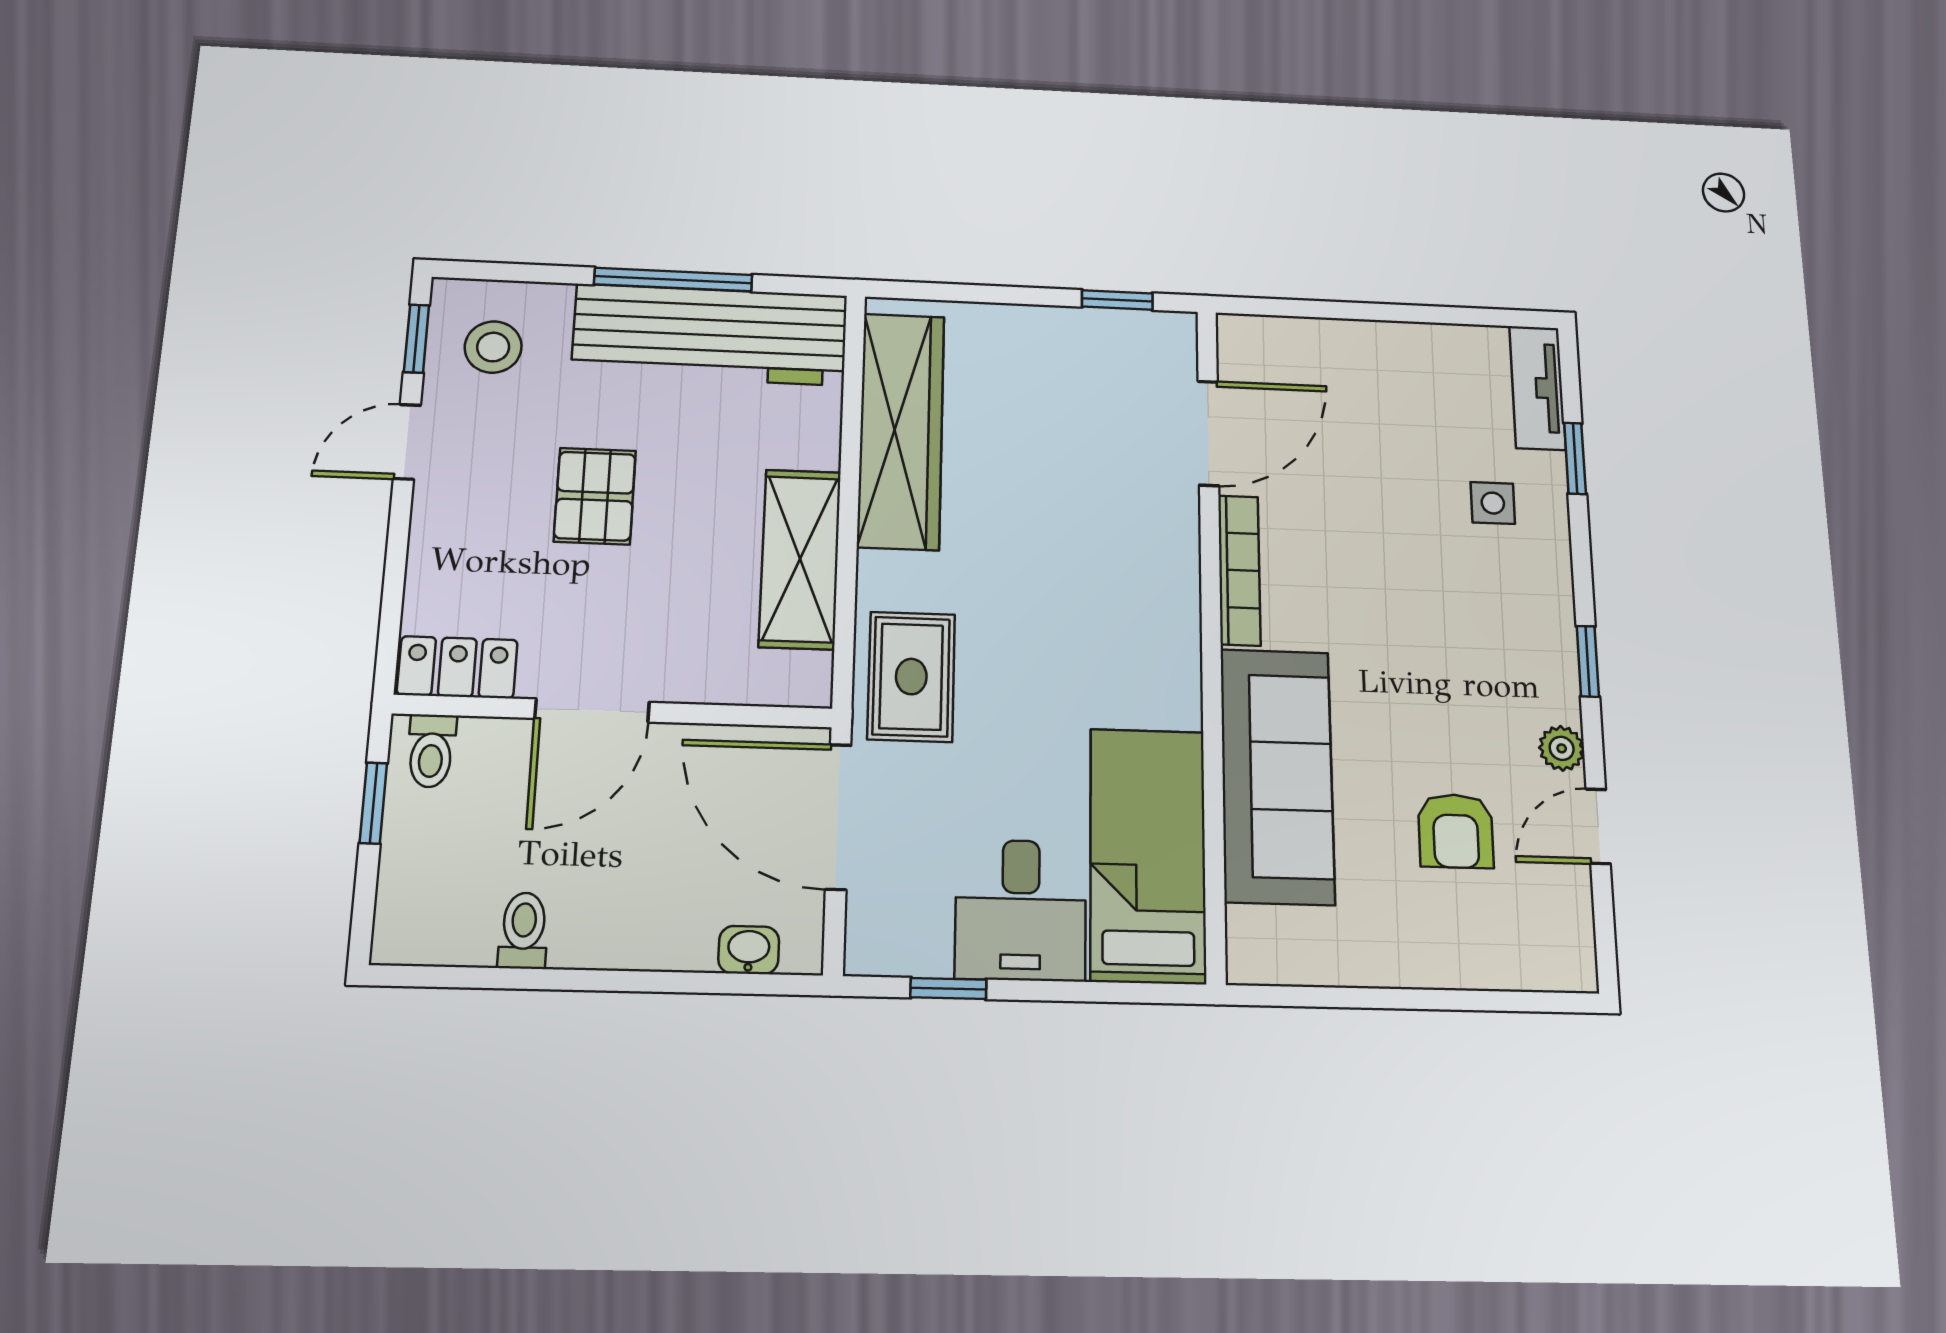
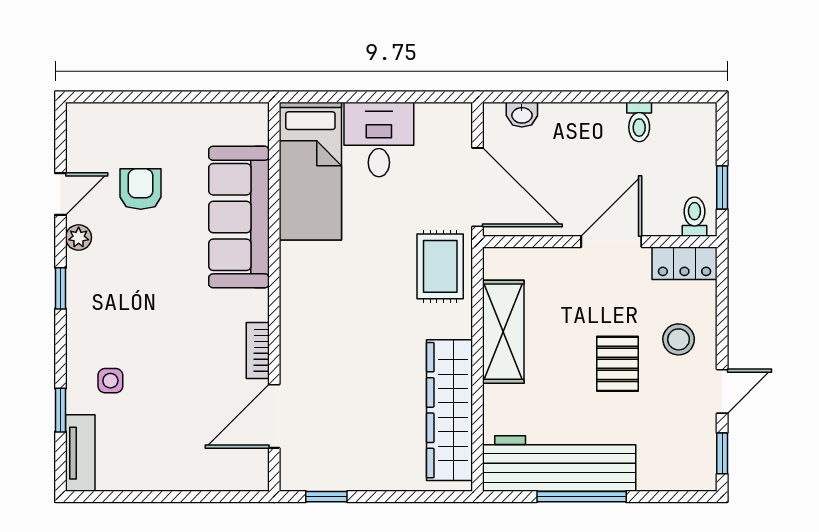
stool: (493, 347) -> (679, 339), moved
bookcase: (1239, 570) -> (258, 350), width x0.64
window: (948, 988) -> (417, 97), removed

